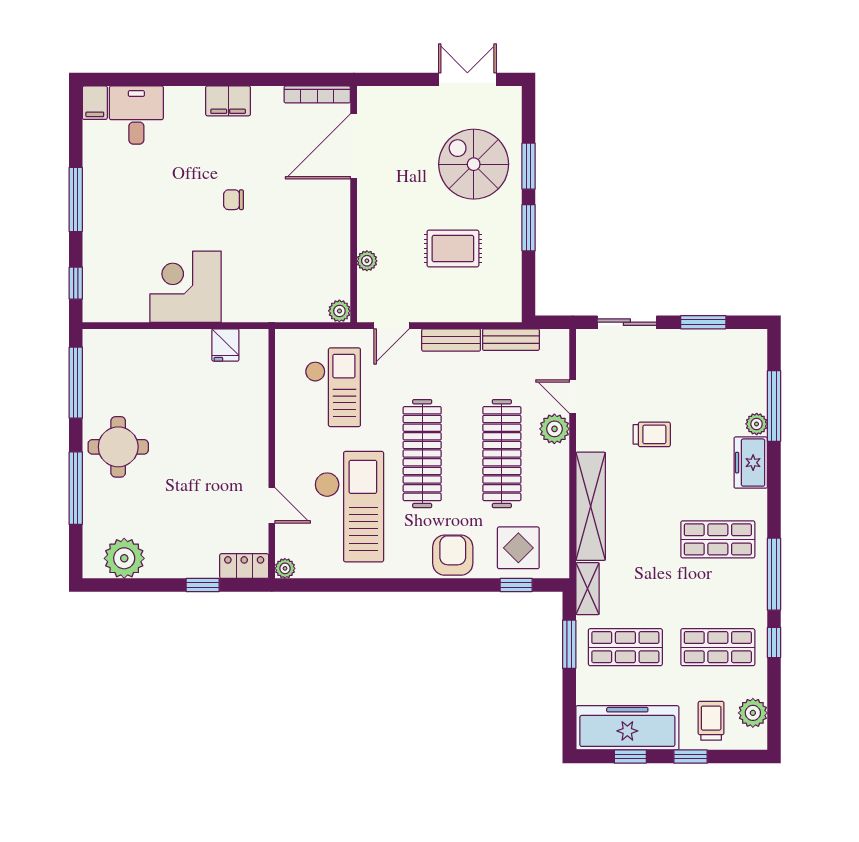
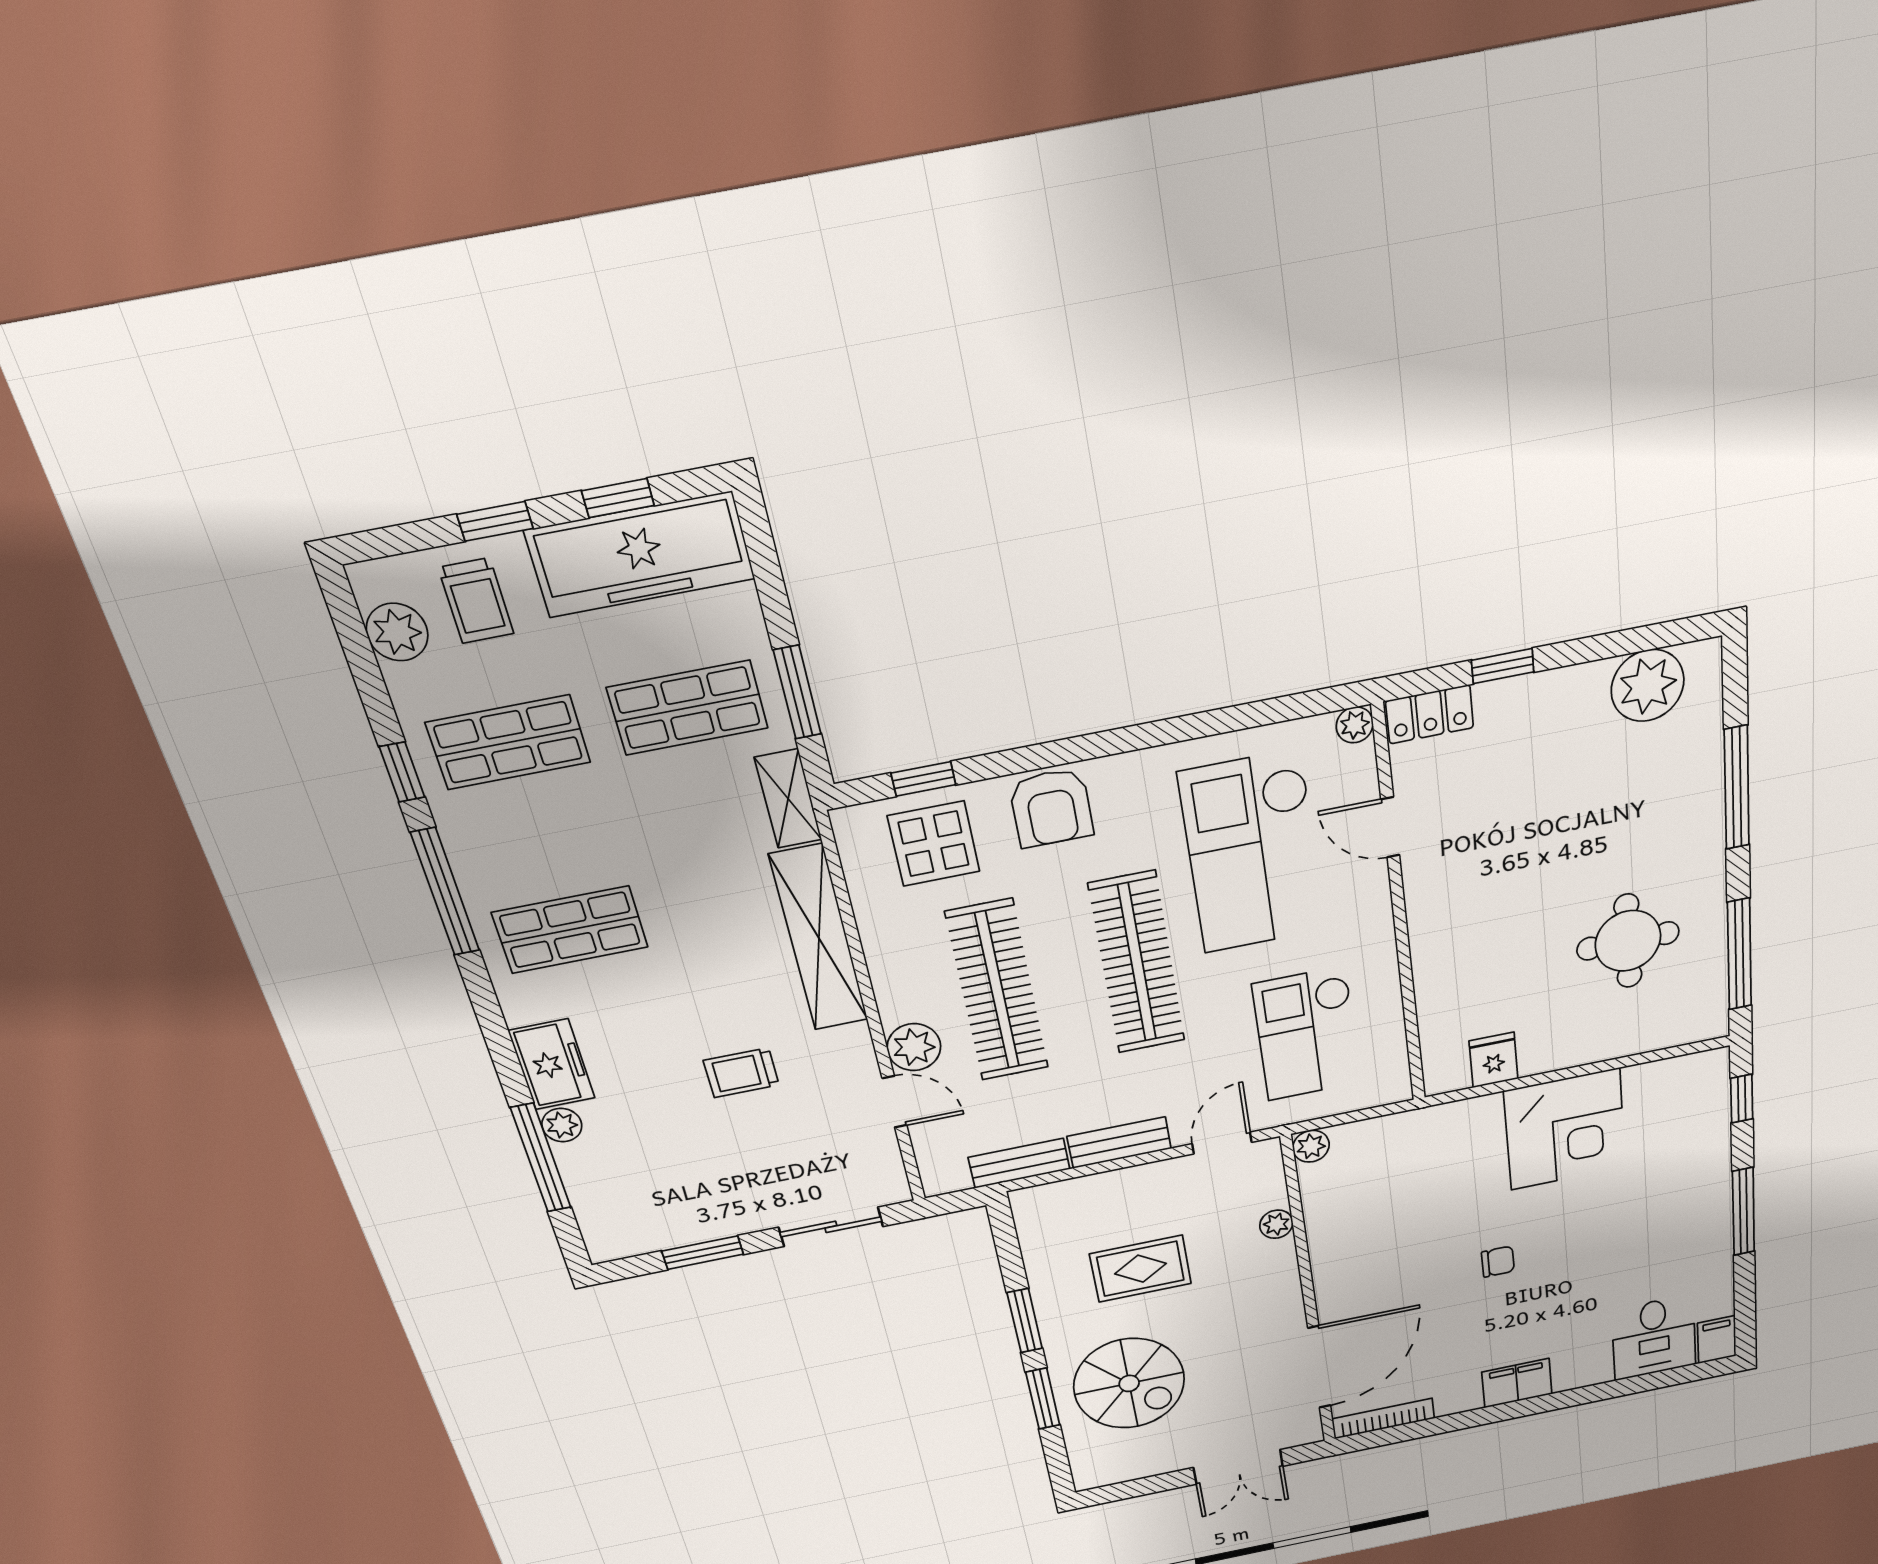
double door: (467, 79) -> (1238, 1467), moved
round table: (118, 447) -> (1628, 941), moved

